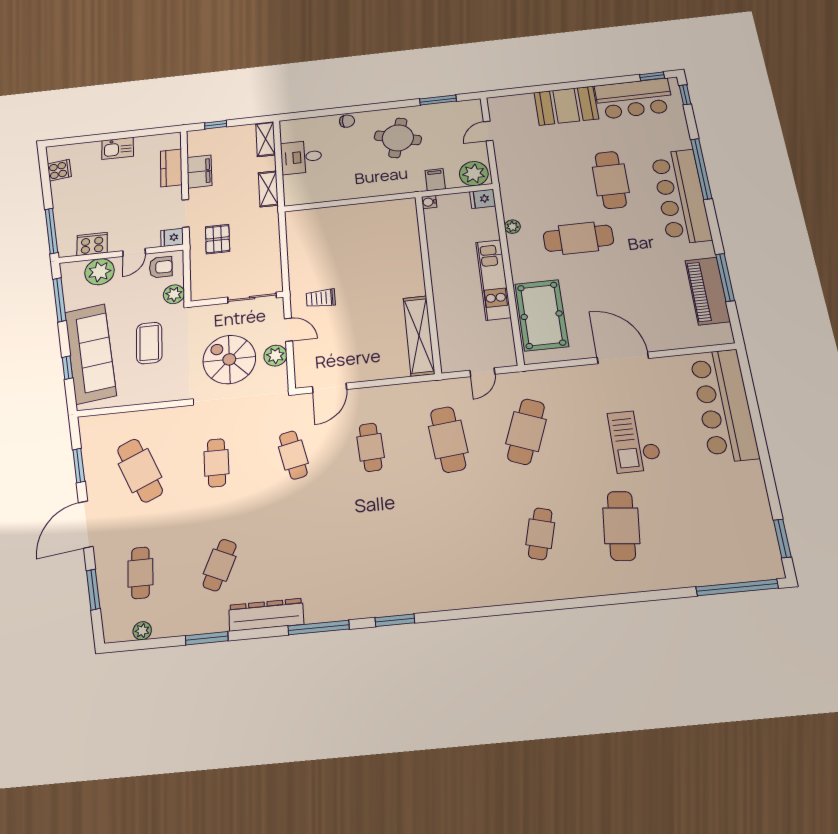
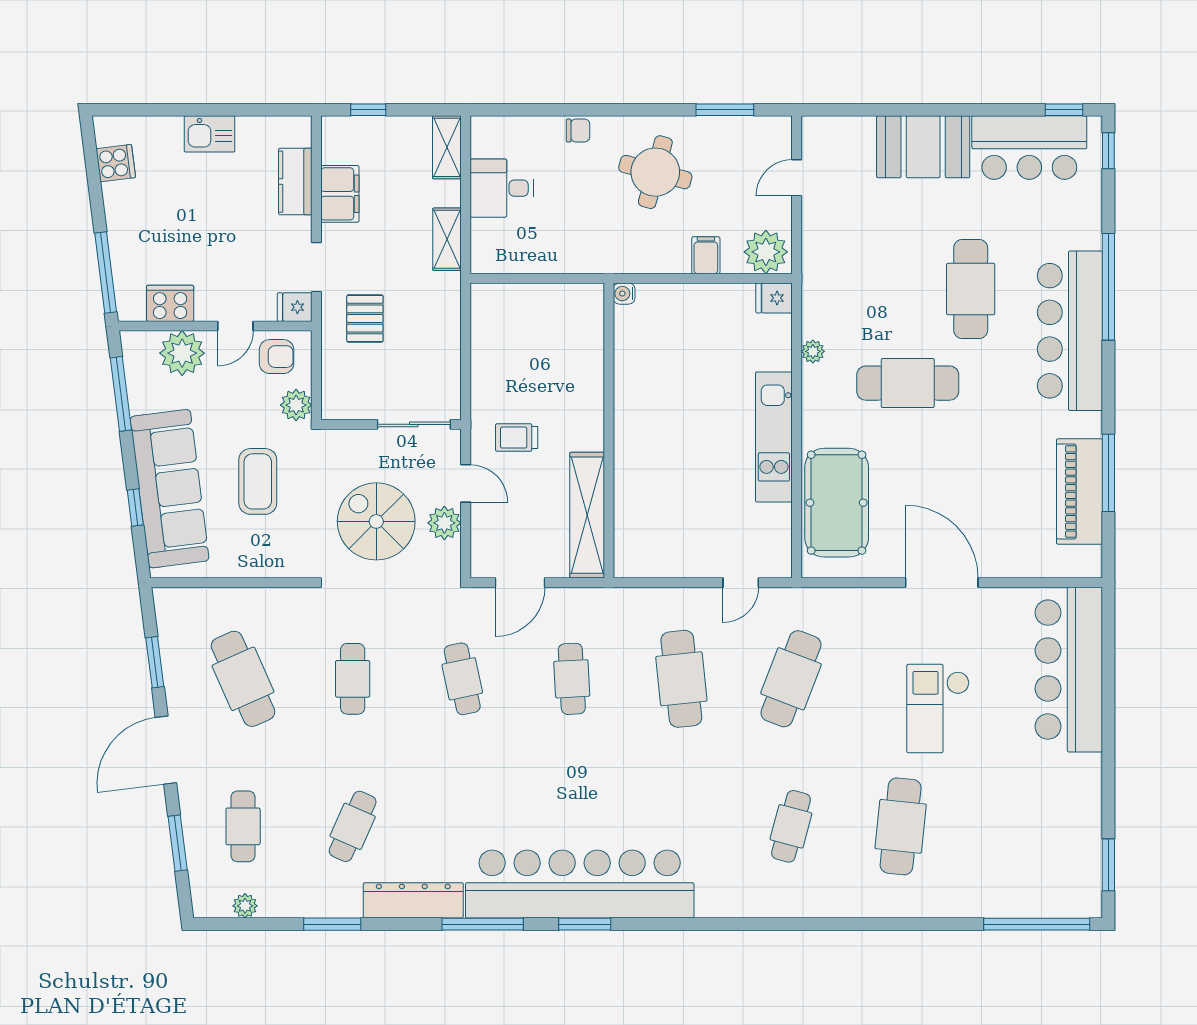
water cooler: (429, 202) -> (624, 294), moved
wall: (428, 283) -> (609, 430), moved
shelving: (419, 336) -> (587, 515), moved
bar counter: (389, 591) -> (580, 884), added

